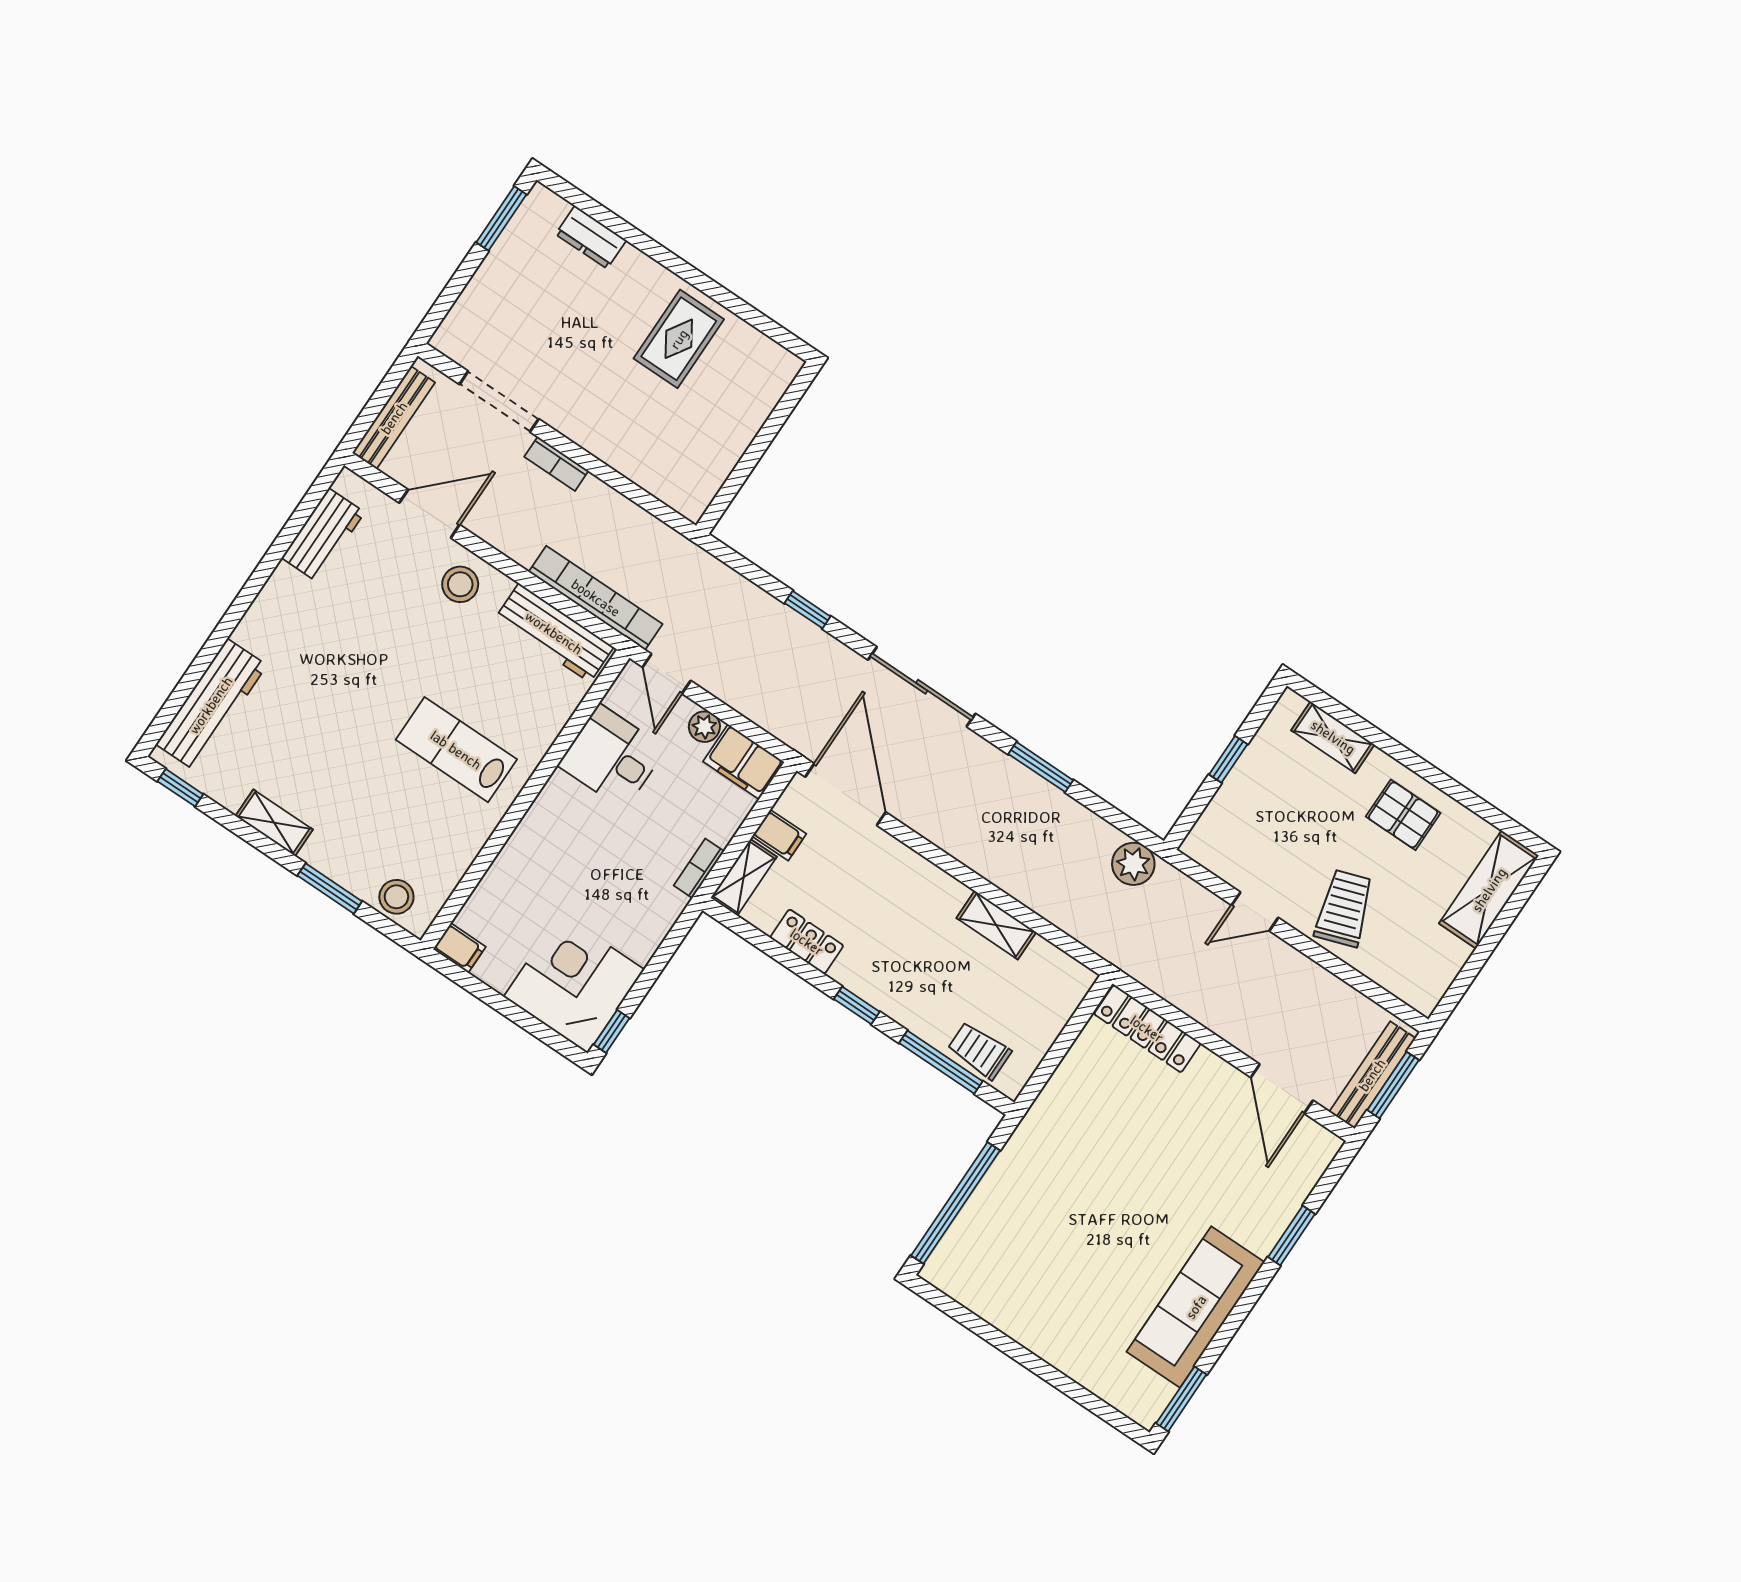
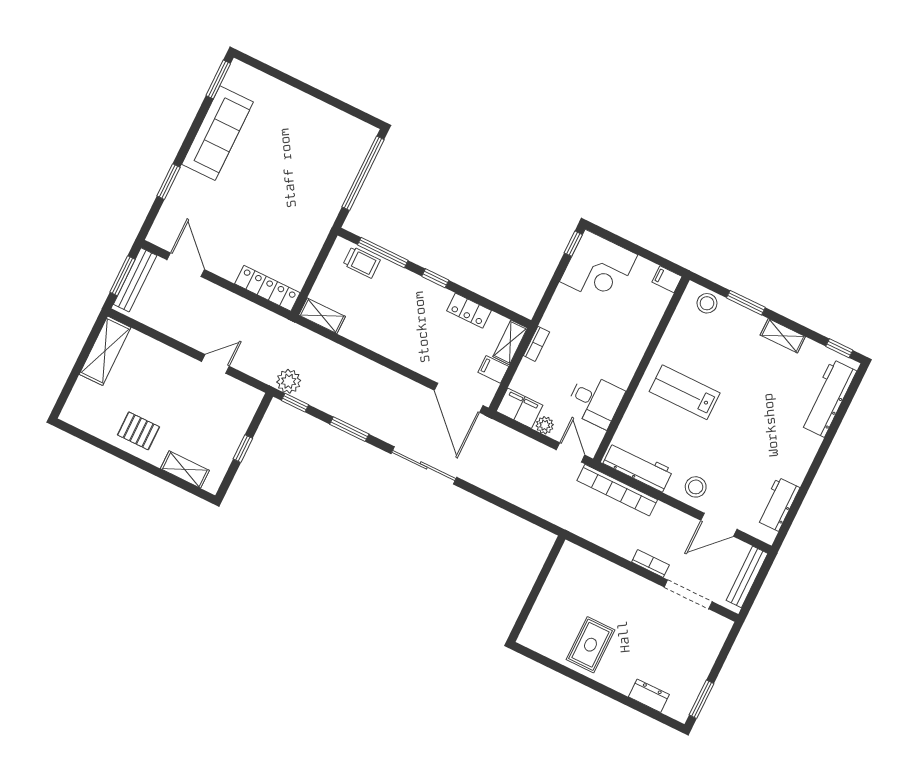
window: (808, 610) -> (295, 403), moved
lab bench: (456, 750) -> (685, 392), turned 180
shelving: (1489, 890) -> (105, 351), moved
trolley: (1344, 908) -> (165, 373), removed
shelving: (996, 925) -> (322, 316), moved

